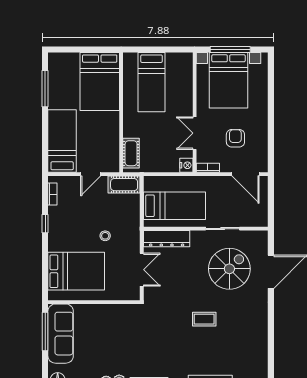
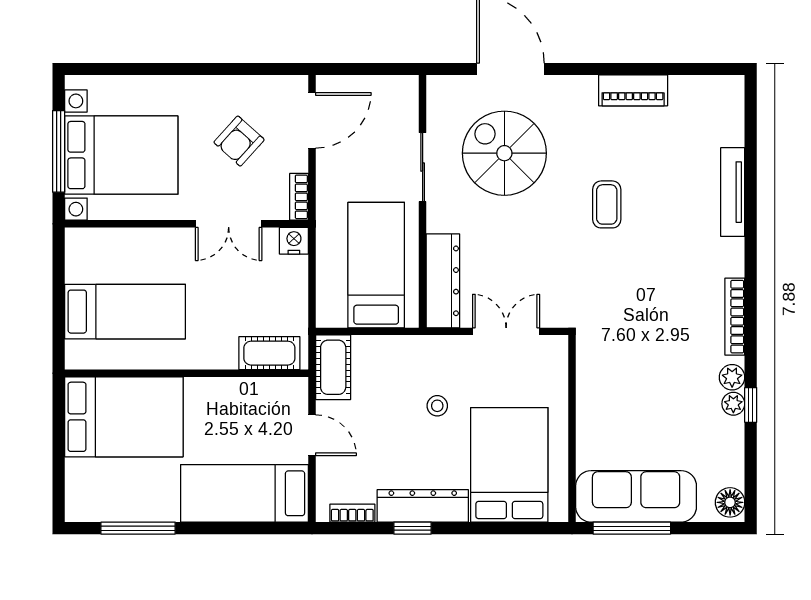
armchair: (235, 138) -> (239, 141), turned -48
dresser: (56, 229) -> (423, 506), added
piano: (260, 332) -> (633, 90), added

